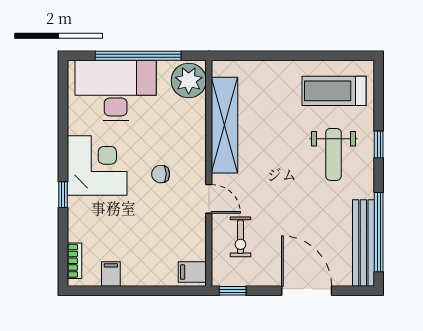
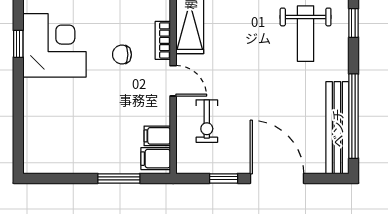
window: (63, 195) -> (18, 44), moved
bookcase: (74, 261) -> (163, 40), moved, turned 180
filing cabinet: (111, 274) -> (157, 136), moved, turned -90
window: (158, 291) -> (119, 178), added
window: (233, 291) -> (224, 178), moved

